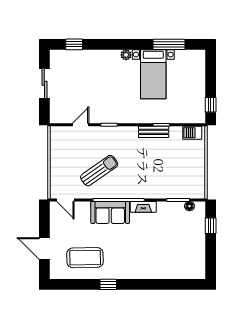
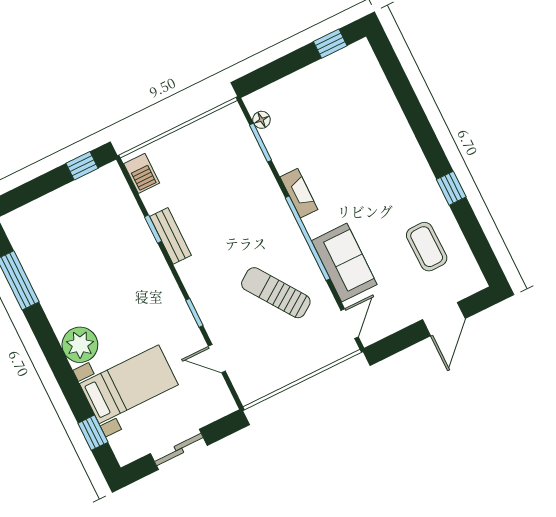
plant: (126, 55) -> (80, 345), width x1.87, depth x1.87
bed with nightstands: (153, 74) -> (129, 384), moved
sofa: (110, 212) -> (344, 263), moved
window: (211, 226) -> (330, 44), moved
coffee table: (85, 258) -> (427, 247), width x0.73, depth x0.76

